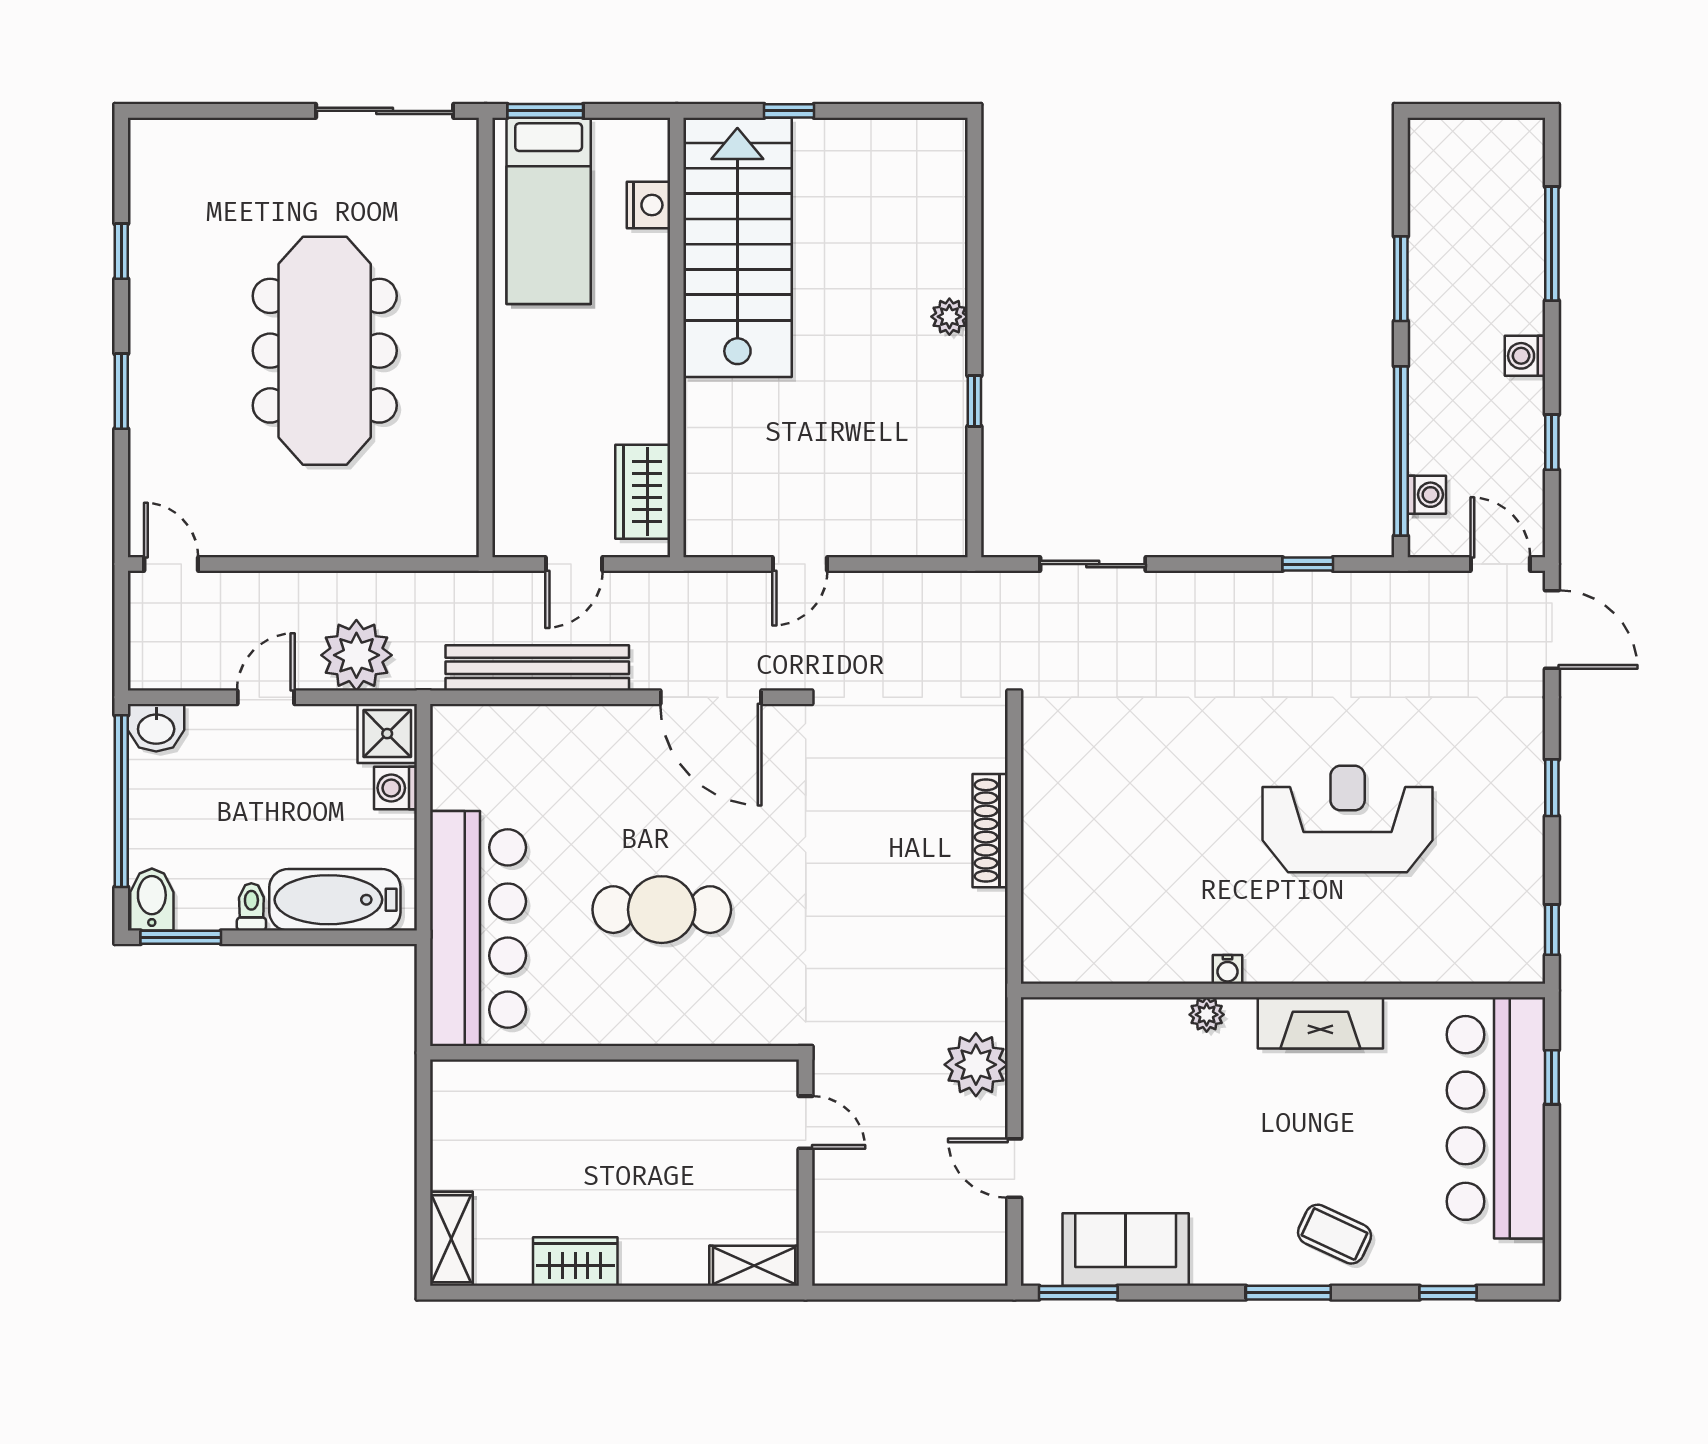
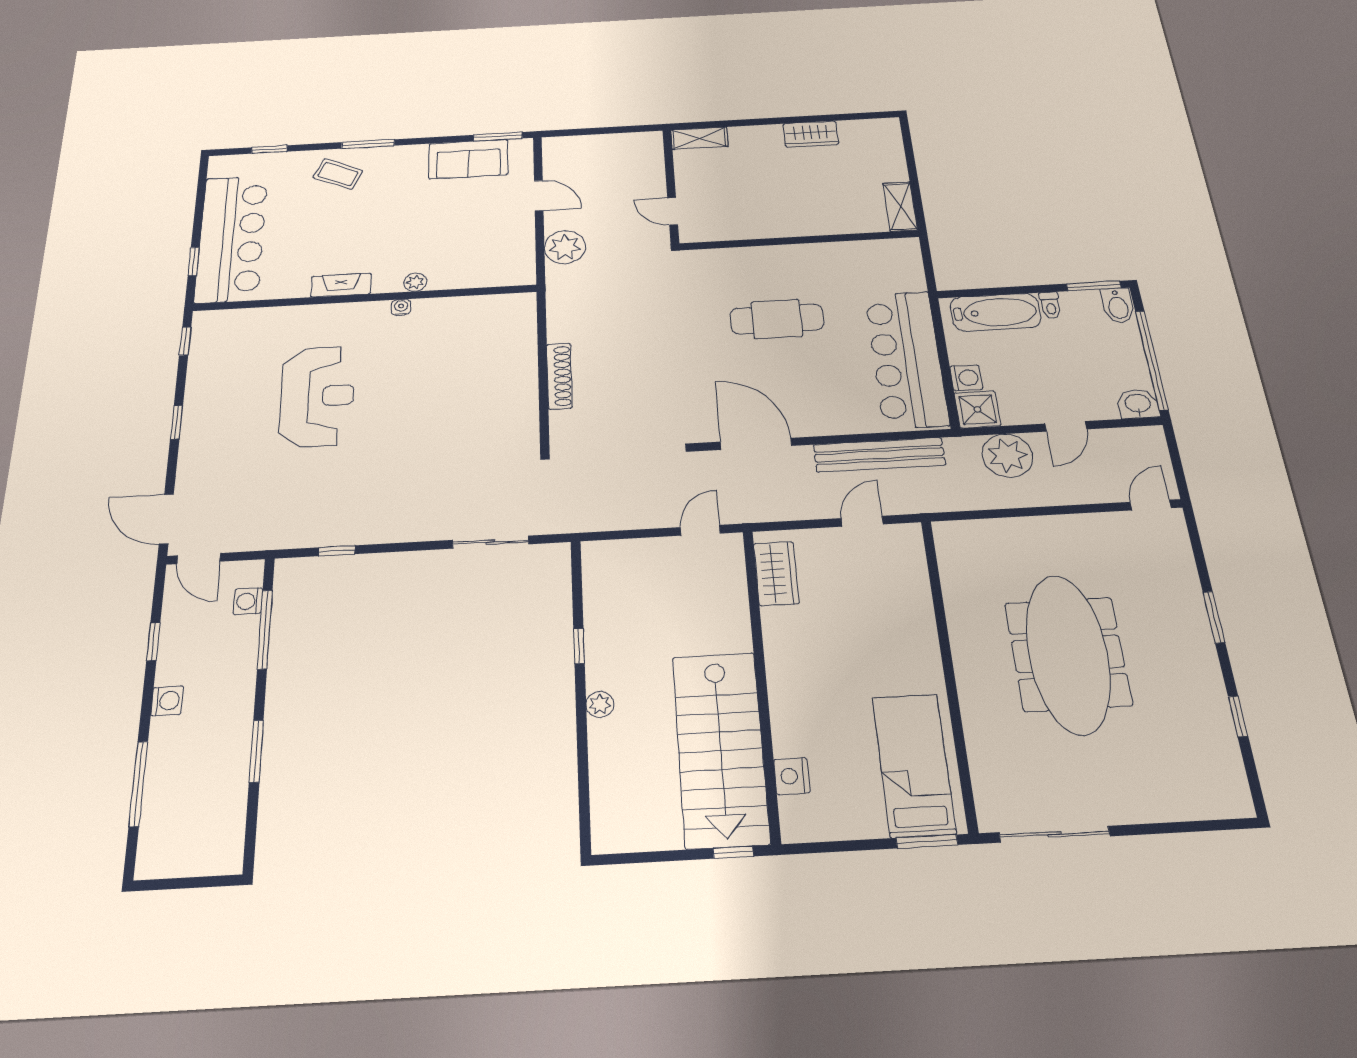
nightstand: (648, 205) -> (792, 776), moved
stairs: (737, 247) -> (720, 748), moved
wall: (677, 337) -> (761, 680), moved
window: (1401, 451) -> (265, 629), width x0.68
wardrobe: (643, 492) -> (776, 573), moved
door: (171, 564) -> (1151, 505), swing flipped
reception desk: (1348, 819) -> (317, 396), turned -90
bar counter: (478, 929) -> (906, 359), moved
fireplace: (1320, 1023) -> (341, 285), width x0.73, depth x0.76
shelving: (451, 1239) -> (900, 207), moved

